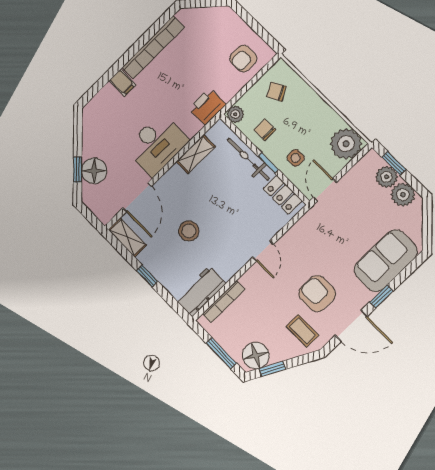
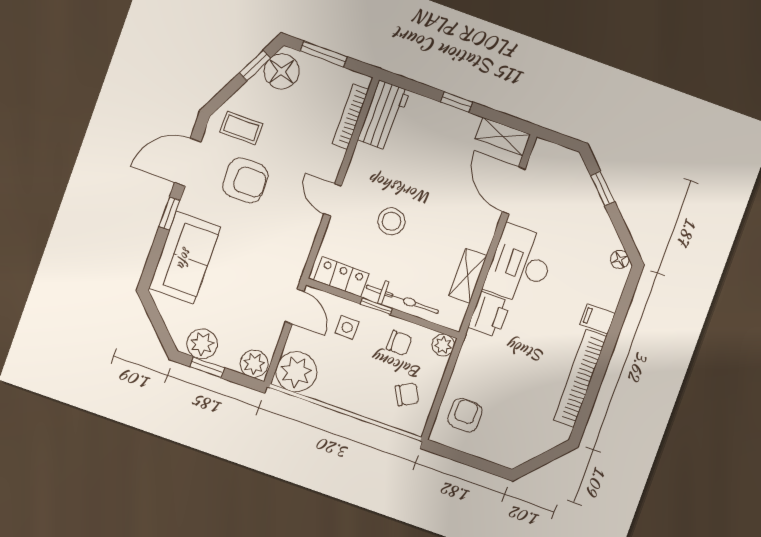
printer: (207, 107) -> (489, 315), moved
window: (394, 163) -> (207, 367), moved
floor lamp: (94, 171) -> (620, 259), moved, width x0.53, depth x0.53
plant: (387, 177) -> (254, 364), moved
stool: (189, 231) -> (391, 221), moved

